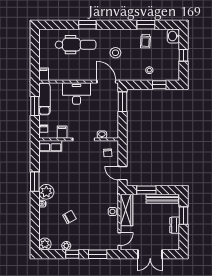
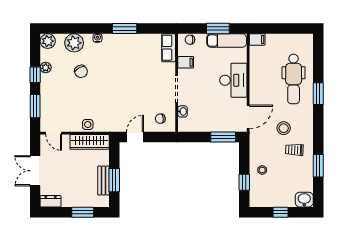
trolley: (146, 41) -> (294, 150), moved
window: (146, 190) -> (114, 180), moved
plant: (46, 192) -> (74, 43), moved
bench: (162, 199) -> (103, 181), width x0.73
dresser: (175, 225) -> (51, 201), moved

